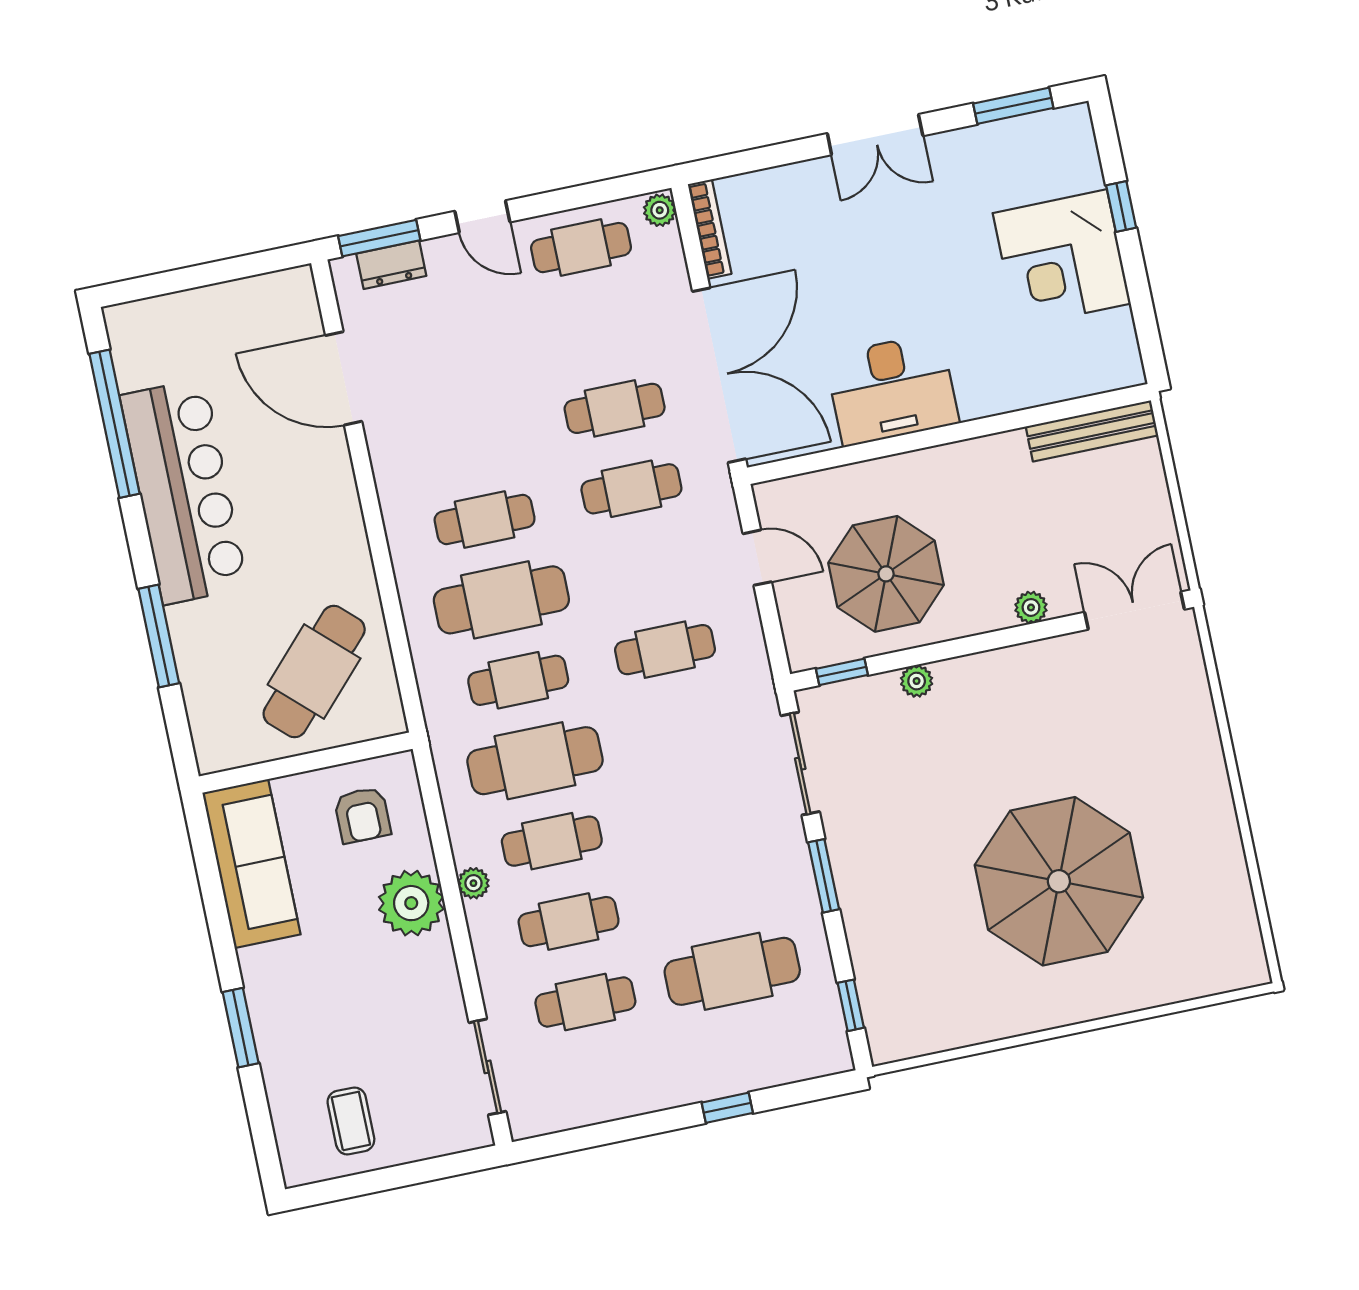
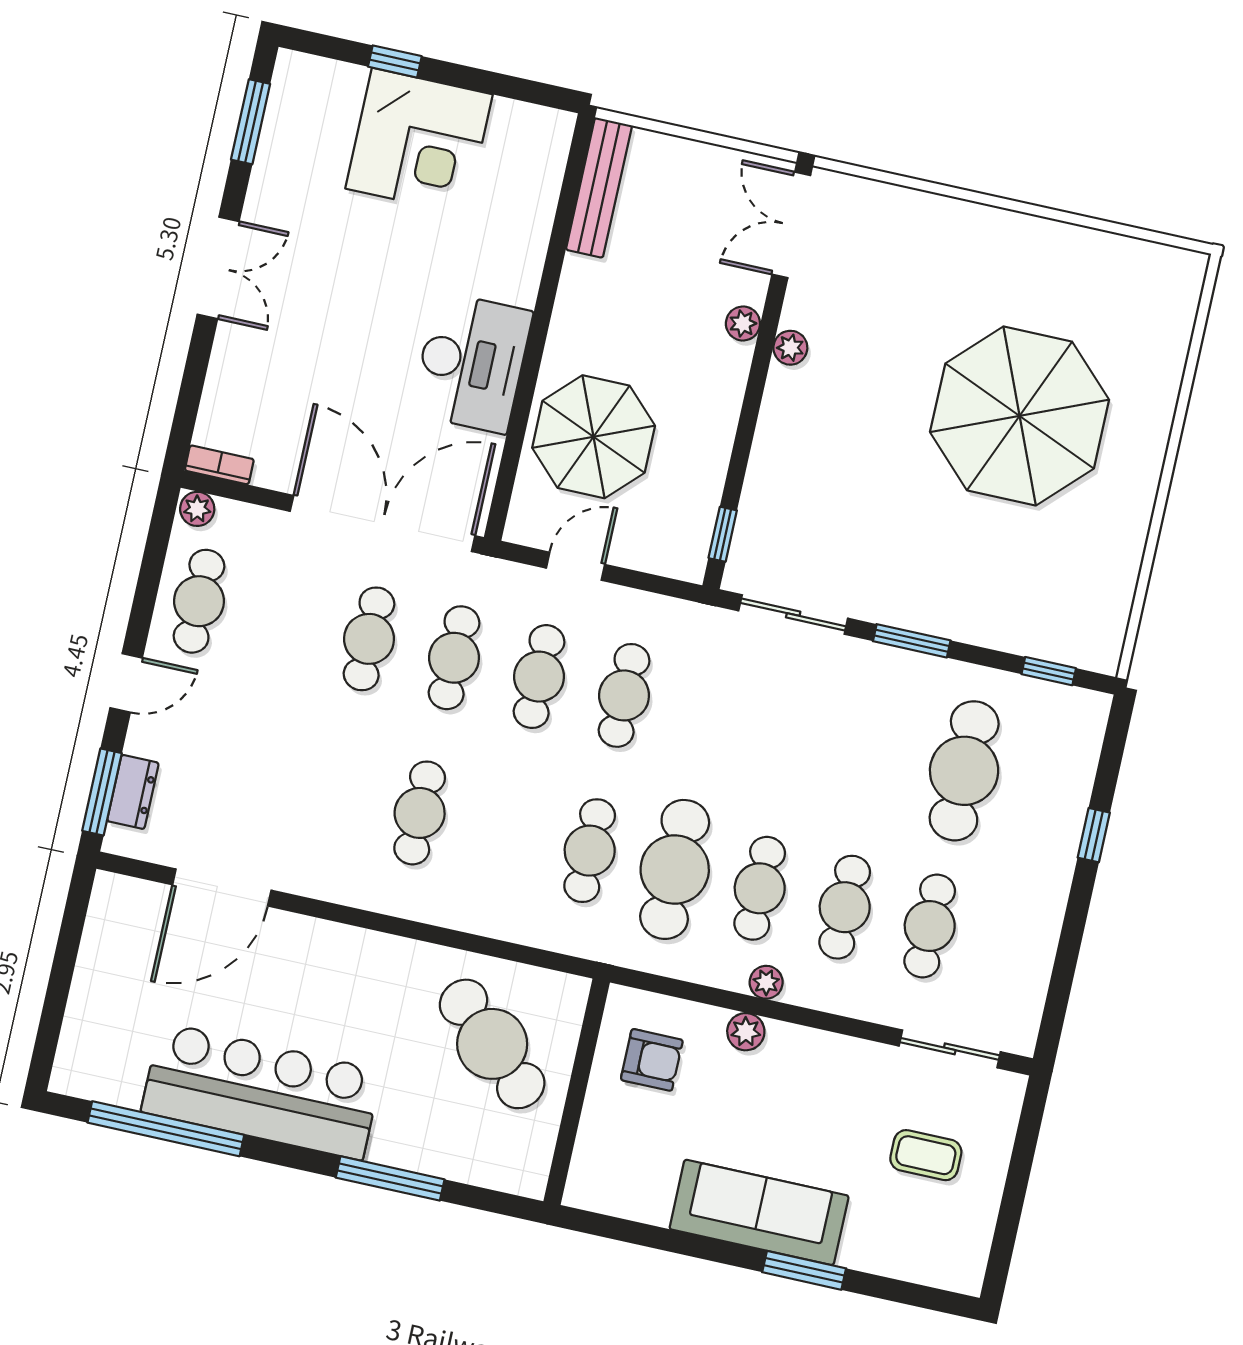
bookcase: (710, 229) -> (219, 465), width x0.64
parasol: (886, 574) -> (594, 437), moved
cafe table: (501, 600) -> (539, 677), moved, width x0.73, depth x0.74
plant: (917, 681) -> (790, 348), moved
sofa: (251, 864) -> (759, 1212), moved
plant: (411, 903) -> (746, 1032), width x0.53, depth x0.53
coffee table: (351, 1121) -> (926, 1155), moved

